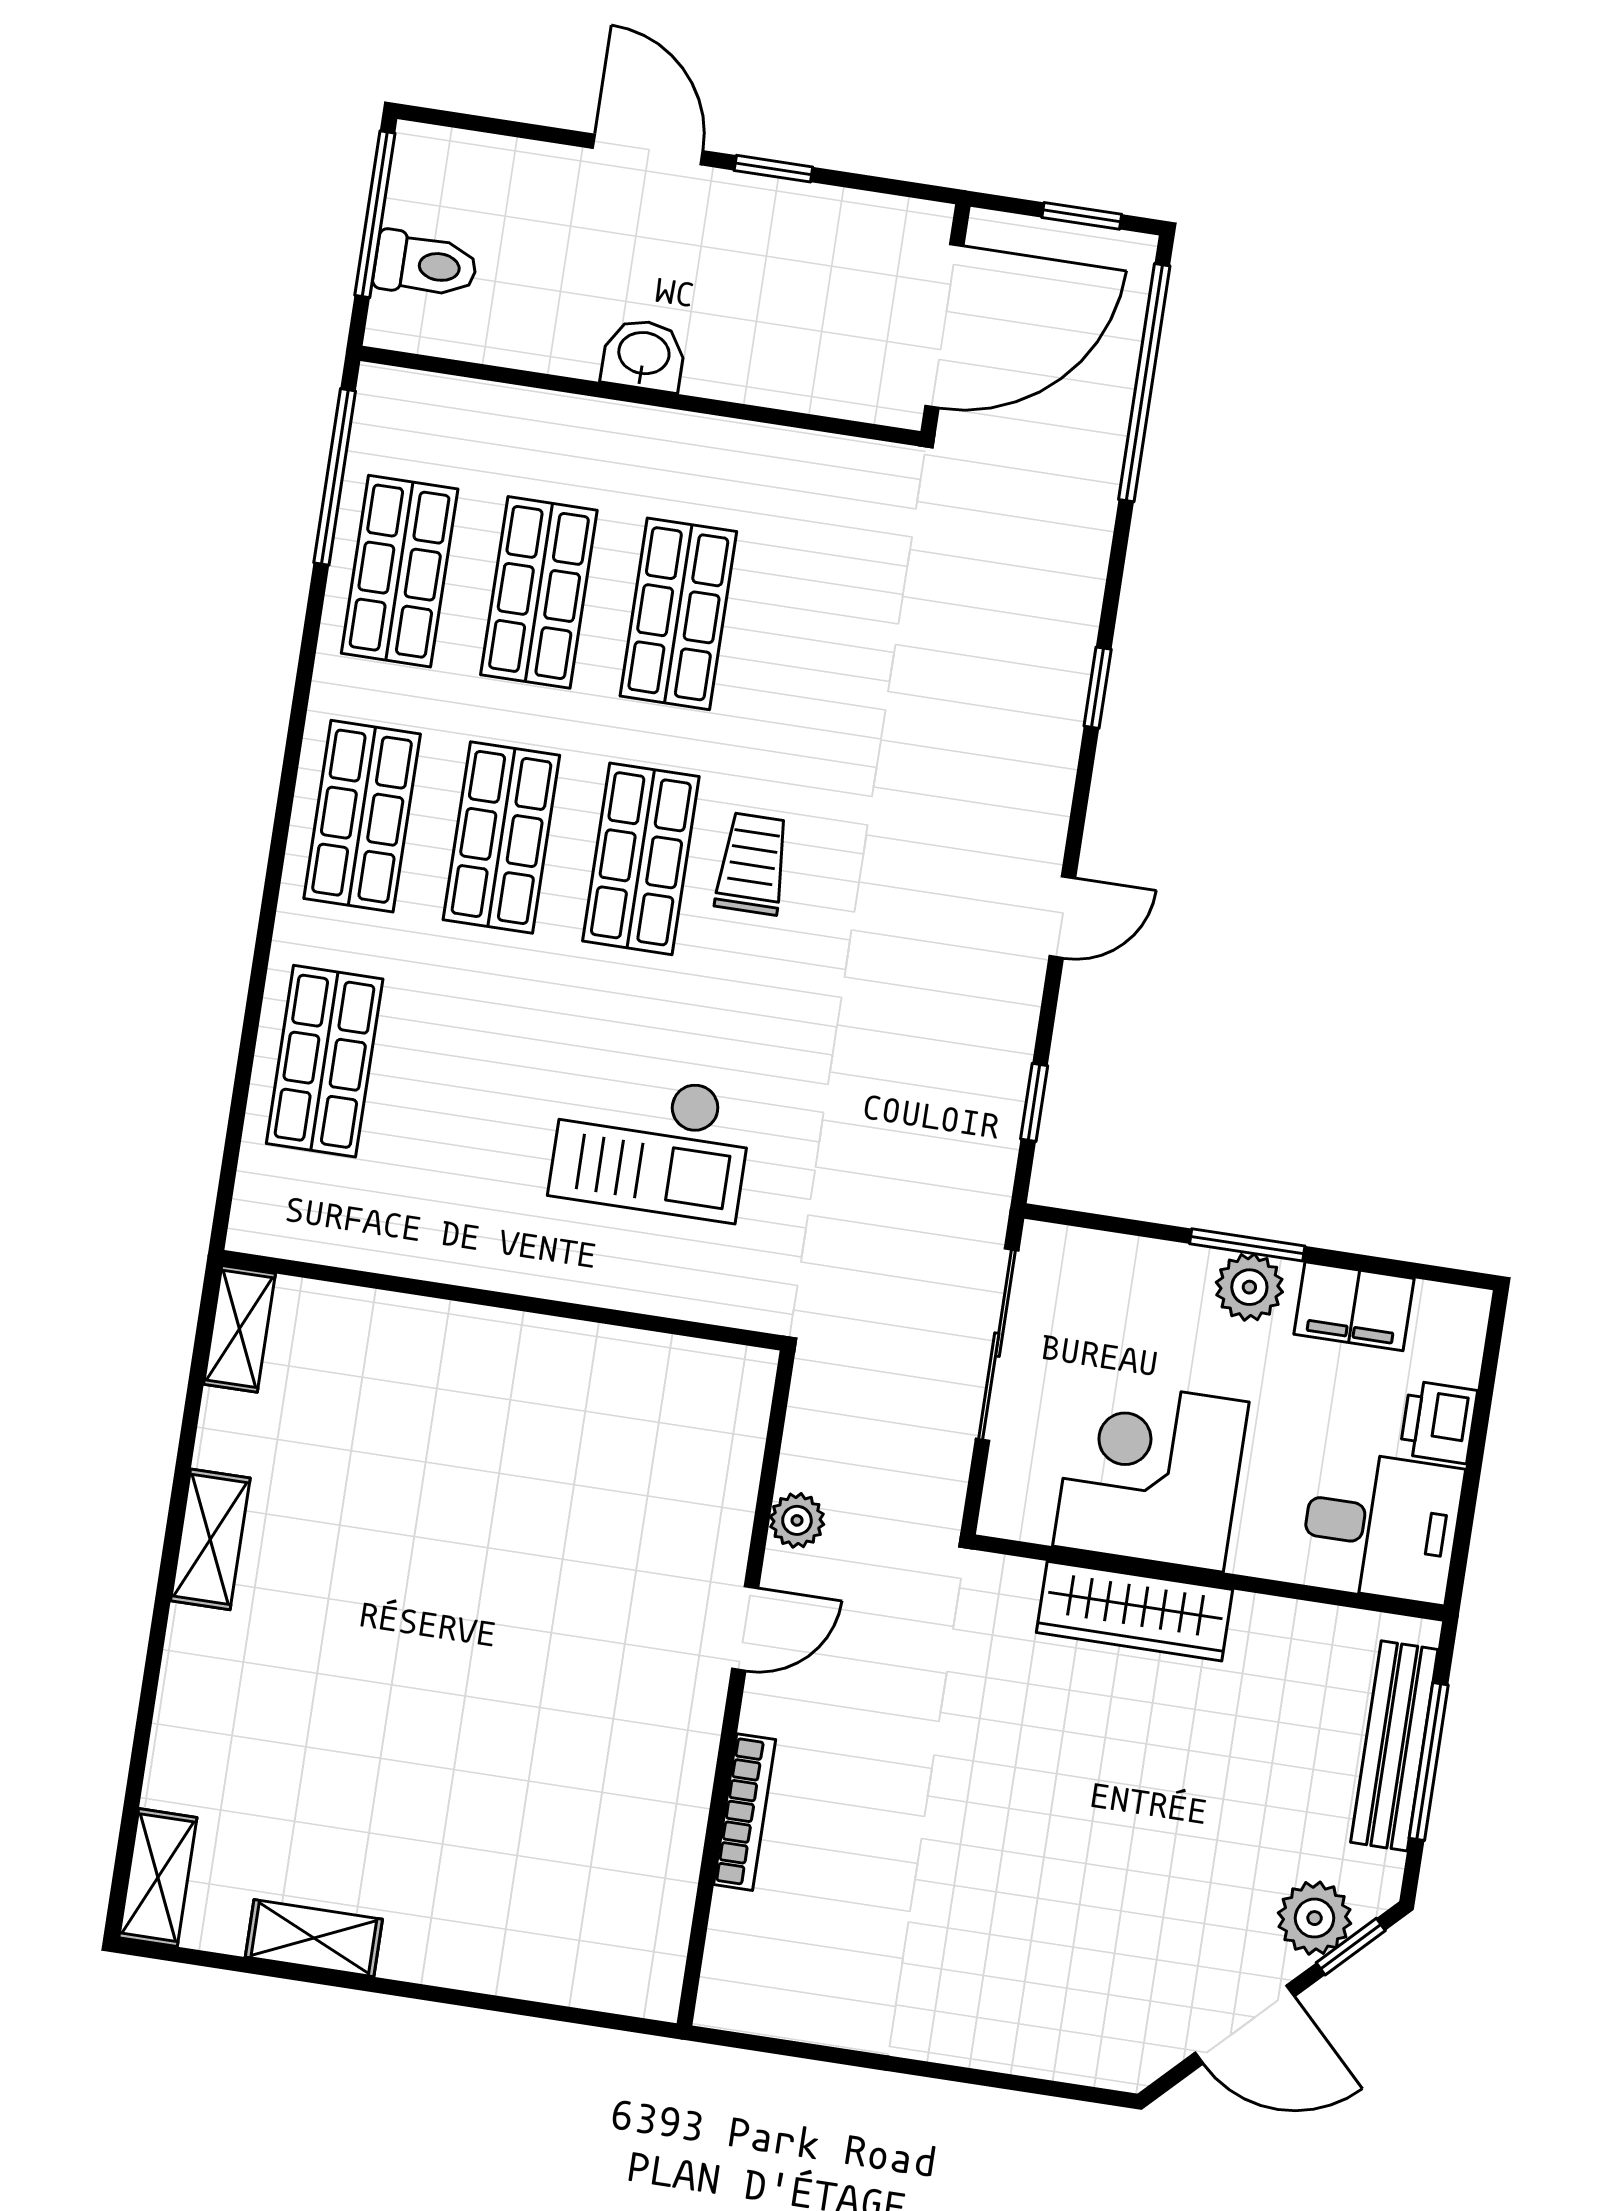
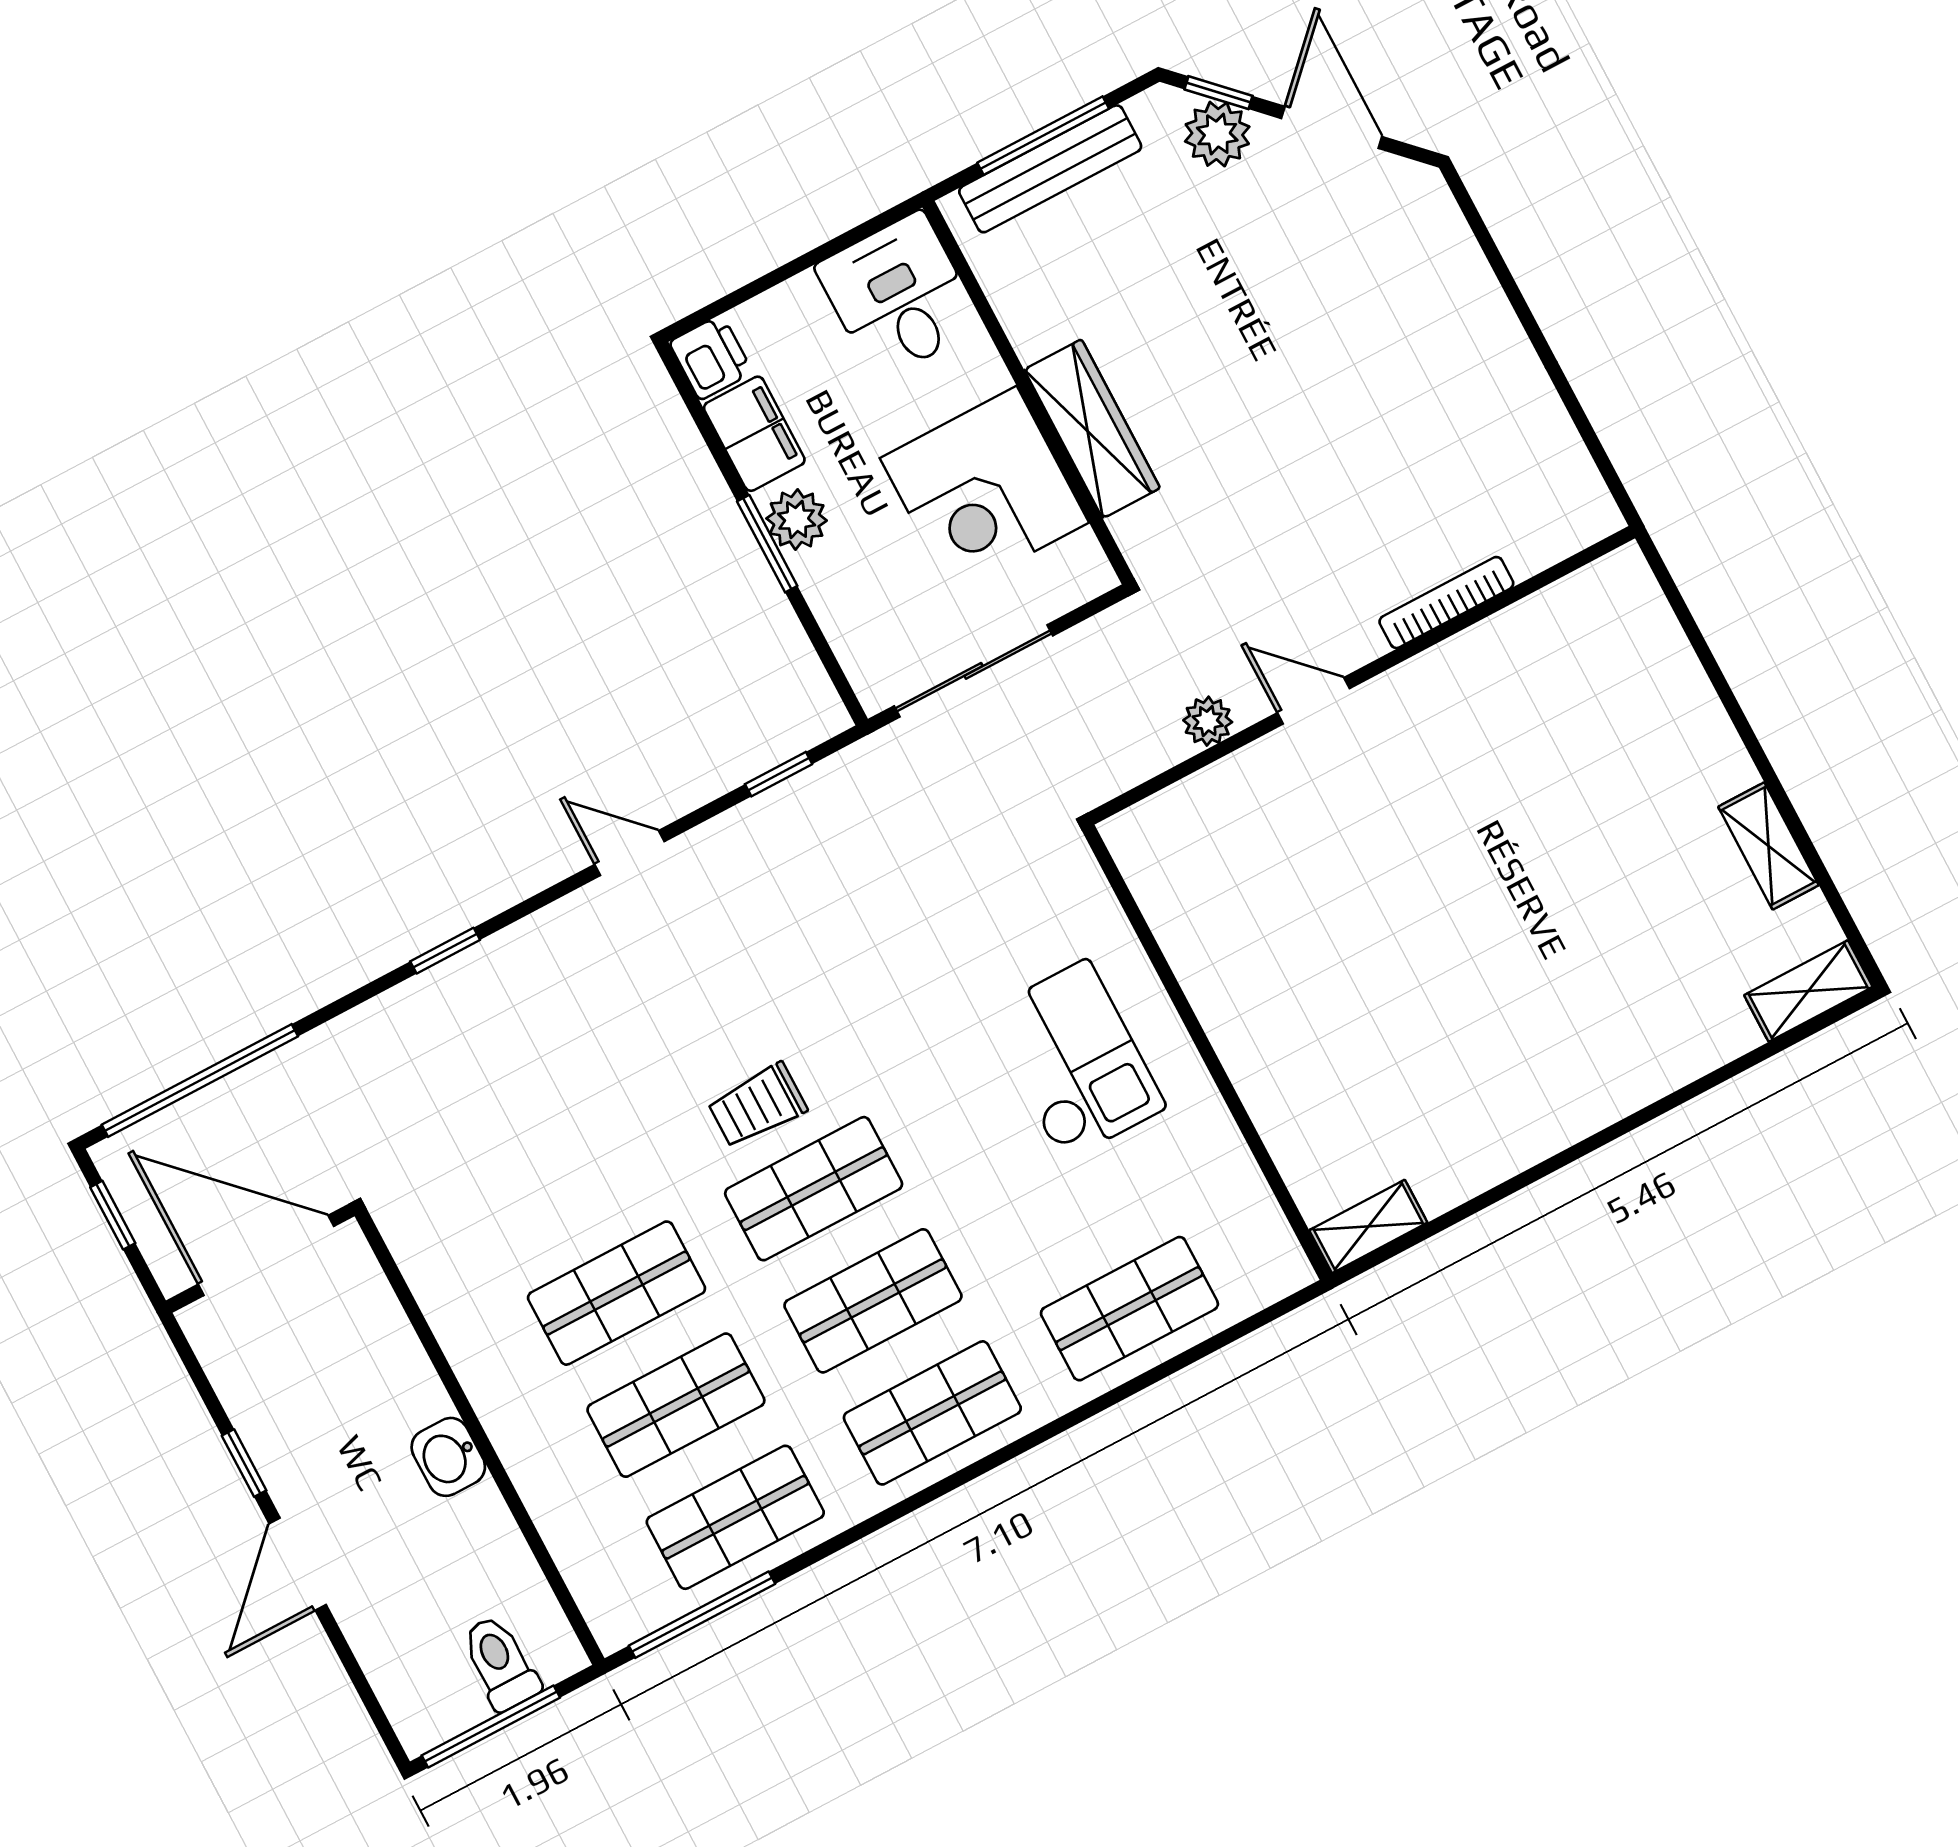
checkout: (651, 1144) -> (1075, 1060), moved
printer: (1438, 1422) -> (711, 357), moved, turned -90
shelving: (210, 1539) -> (1536, 1135), removed

